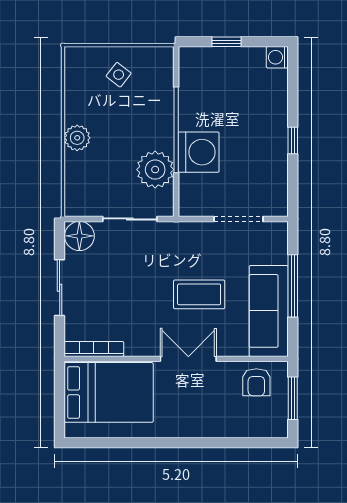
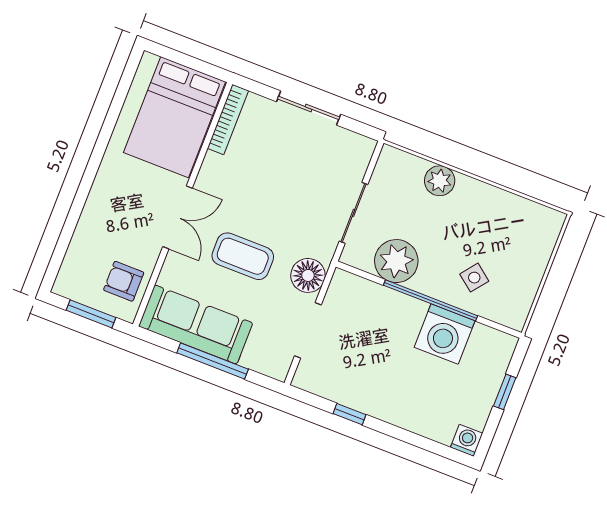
side table: (119, 75) -> (474, 278), moved
plant: (77, 138) -> (440, 181), moved
window: (293, 140) -> (350, 414), moved
washing machine: (199, 152) -> (445, 334), moved
floor lamp: (79, 236) -> (308, 275), moved
coffee table: (199, 294) -> (243, 256), turned 90

